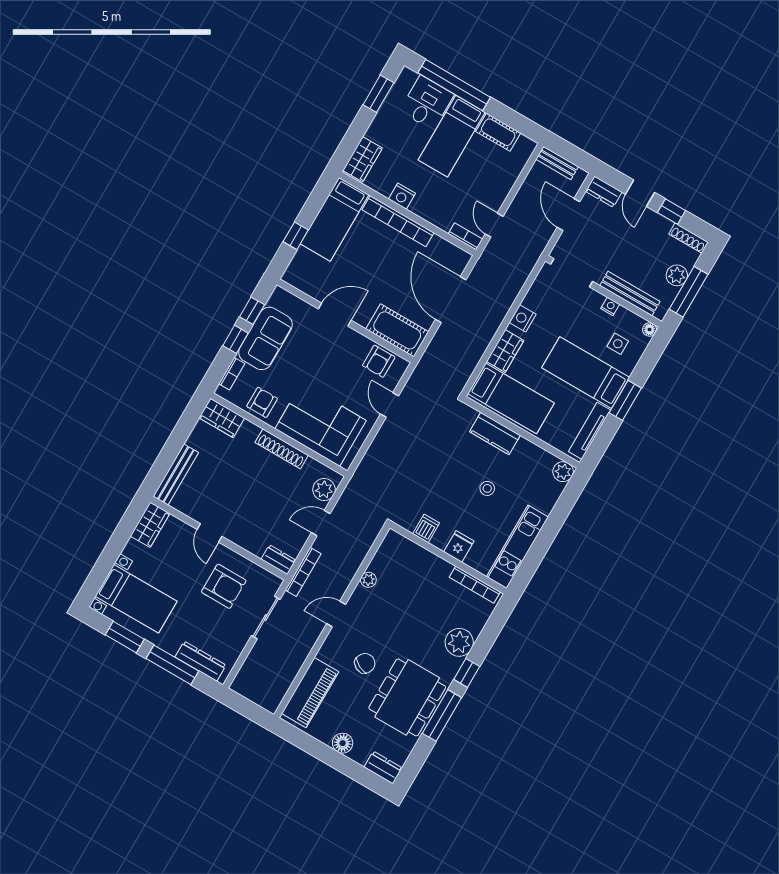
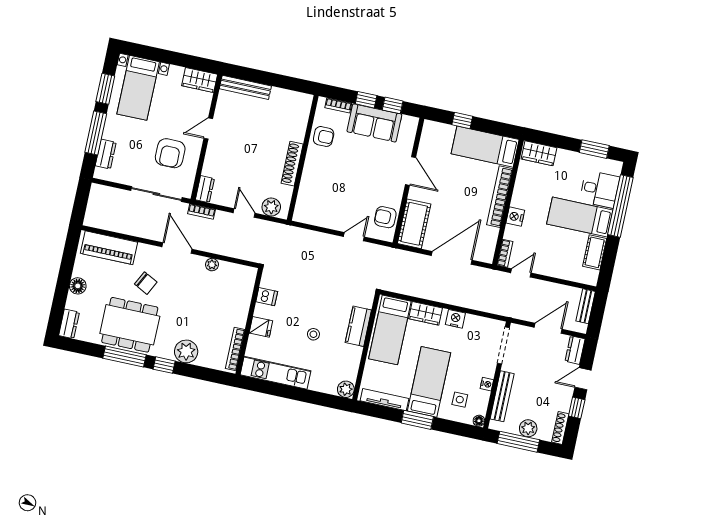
nightstand: (402, 196) -> (515, 217), moved
wardrobe: (222, 418) -> (301, 109), removed
corner sofa: (321, 425) -> (321, 188), removed
bookcase: (303, 572) -> (202, 212), width x0.64
door: (336, 614) -> (177, 248), width x1.37
sliding door: (266, 617) -> (156, 194), width x1.37
dresser: (201, 661) -> (106, 154), width x0.70

